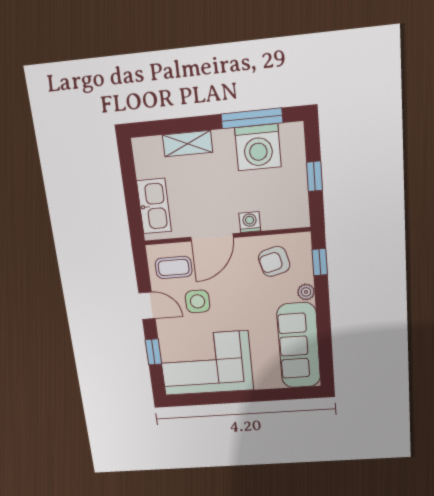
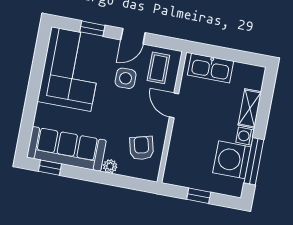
washing machine: (250, 222) -> (245, 136), moved, turned 180
door: (212, 237) -> (174, 105), width x0.73
window: (320, 262) -> (50, 168), moved

